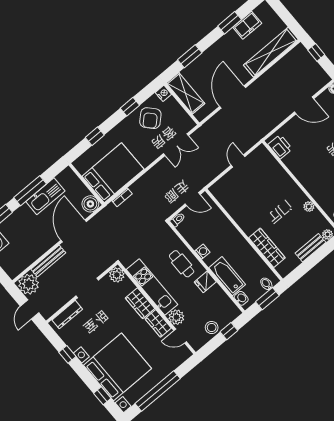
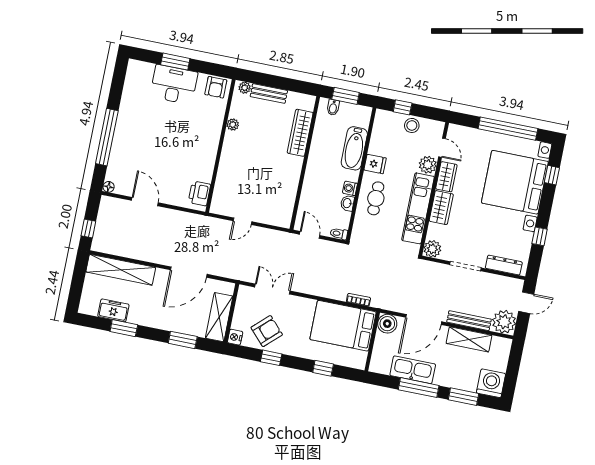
shelving: (36, 251) -> (469, 339), added
washbasin: (241, 298) -> (347, 203), moved

